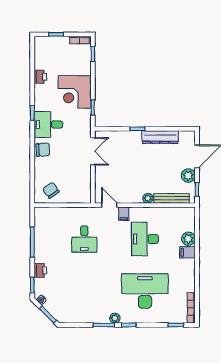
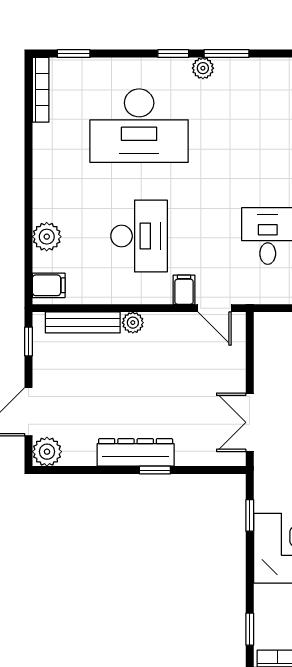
dresser: (160, 137) -> (136, 452), moved
plant: (188, 176) -> (47, 452), moved
filing cabinet: (187, 252) -> (49, 285), moved

